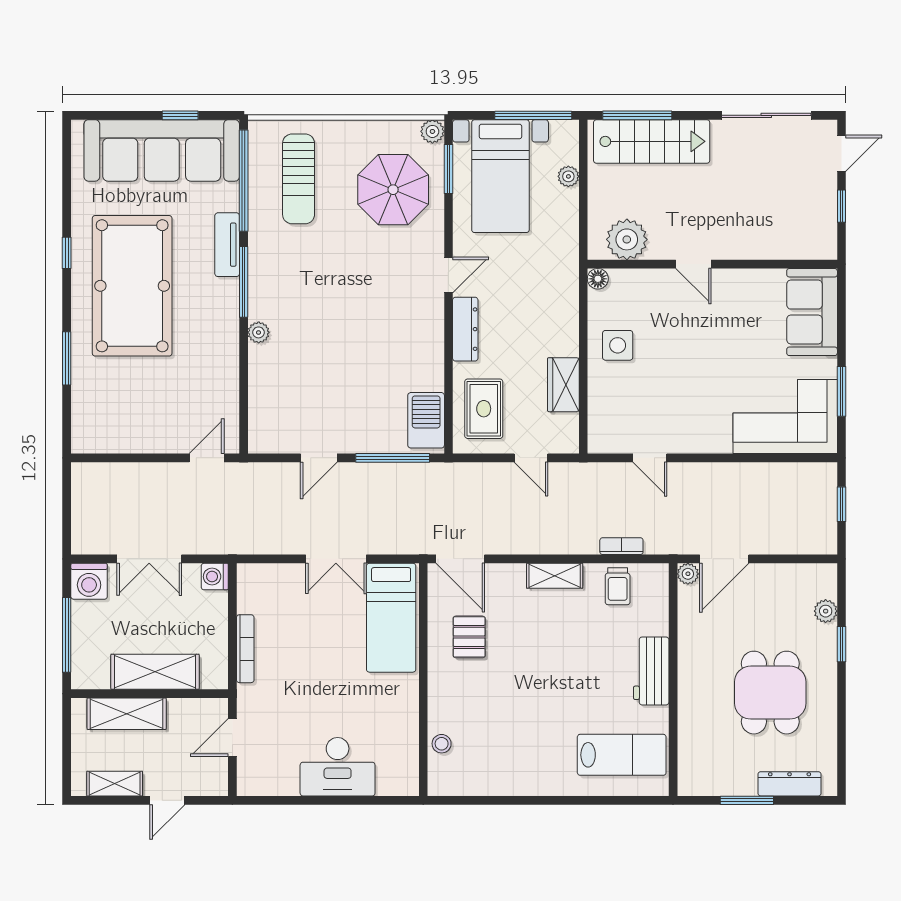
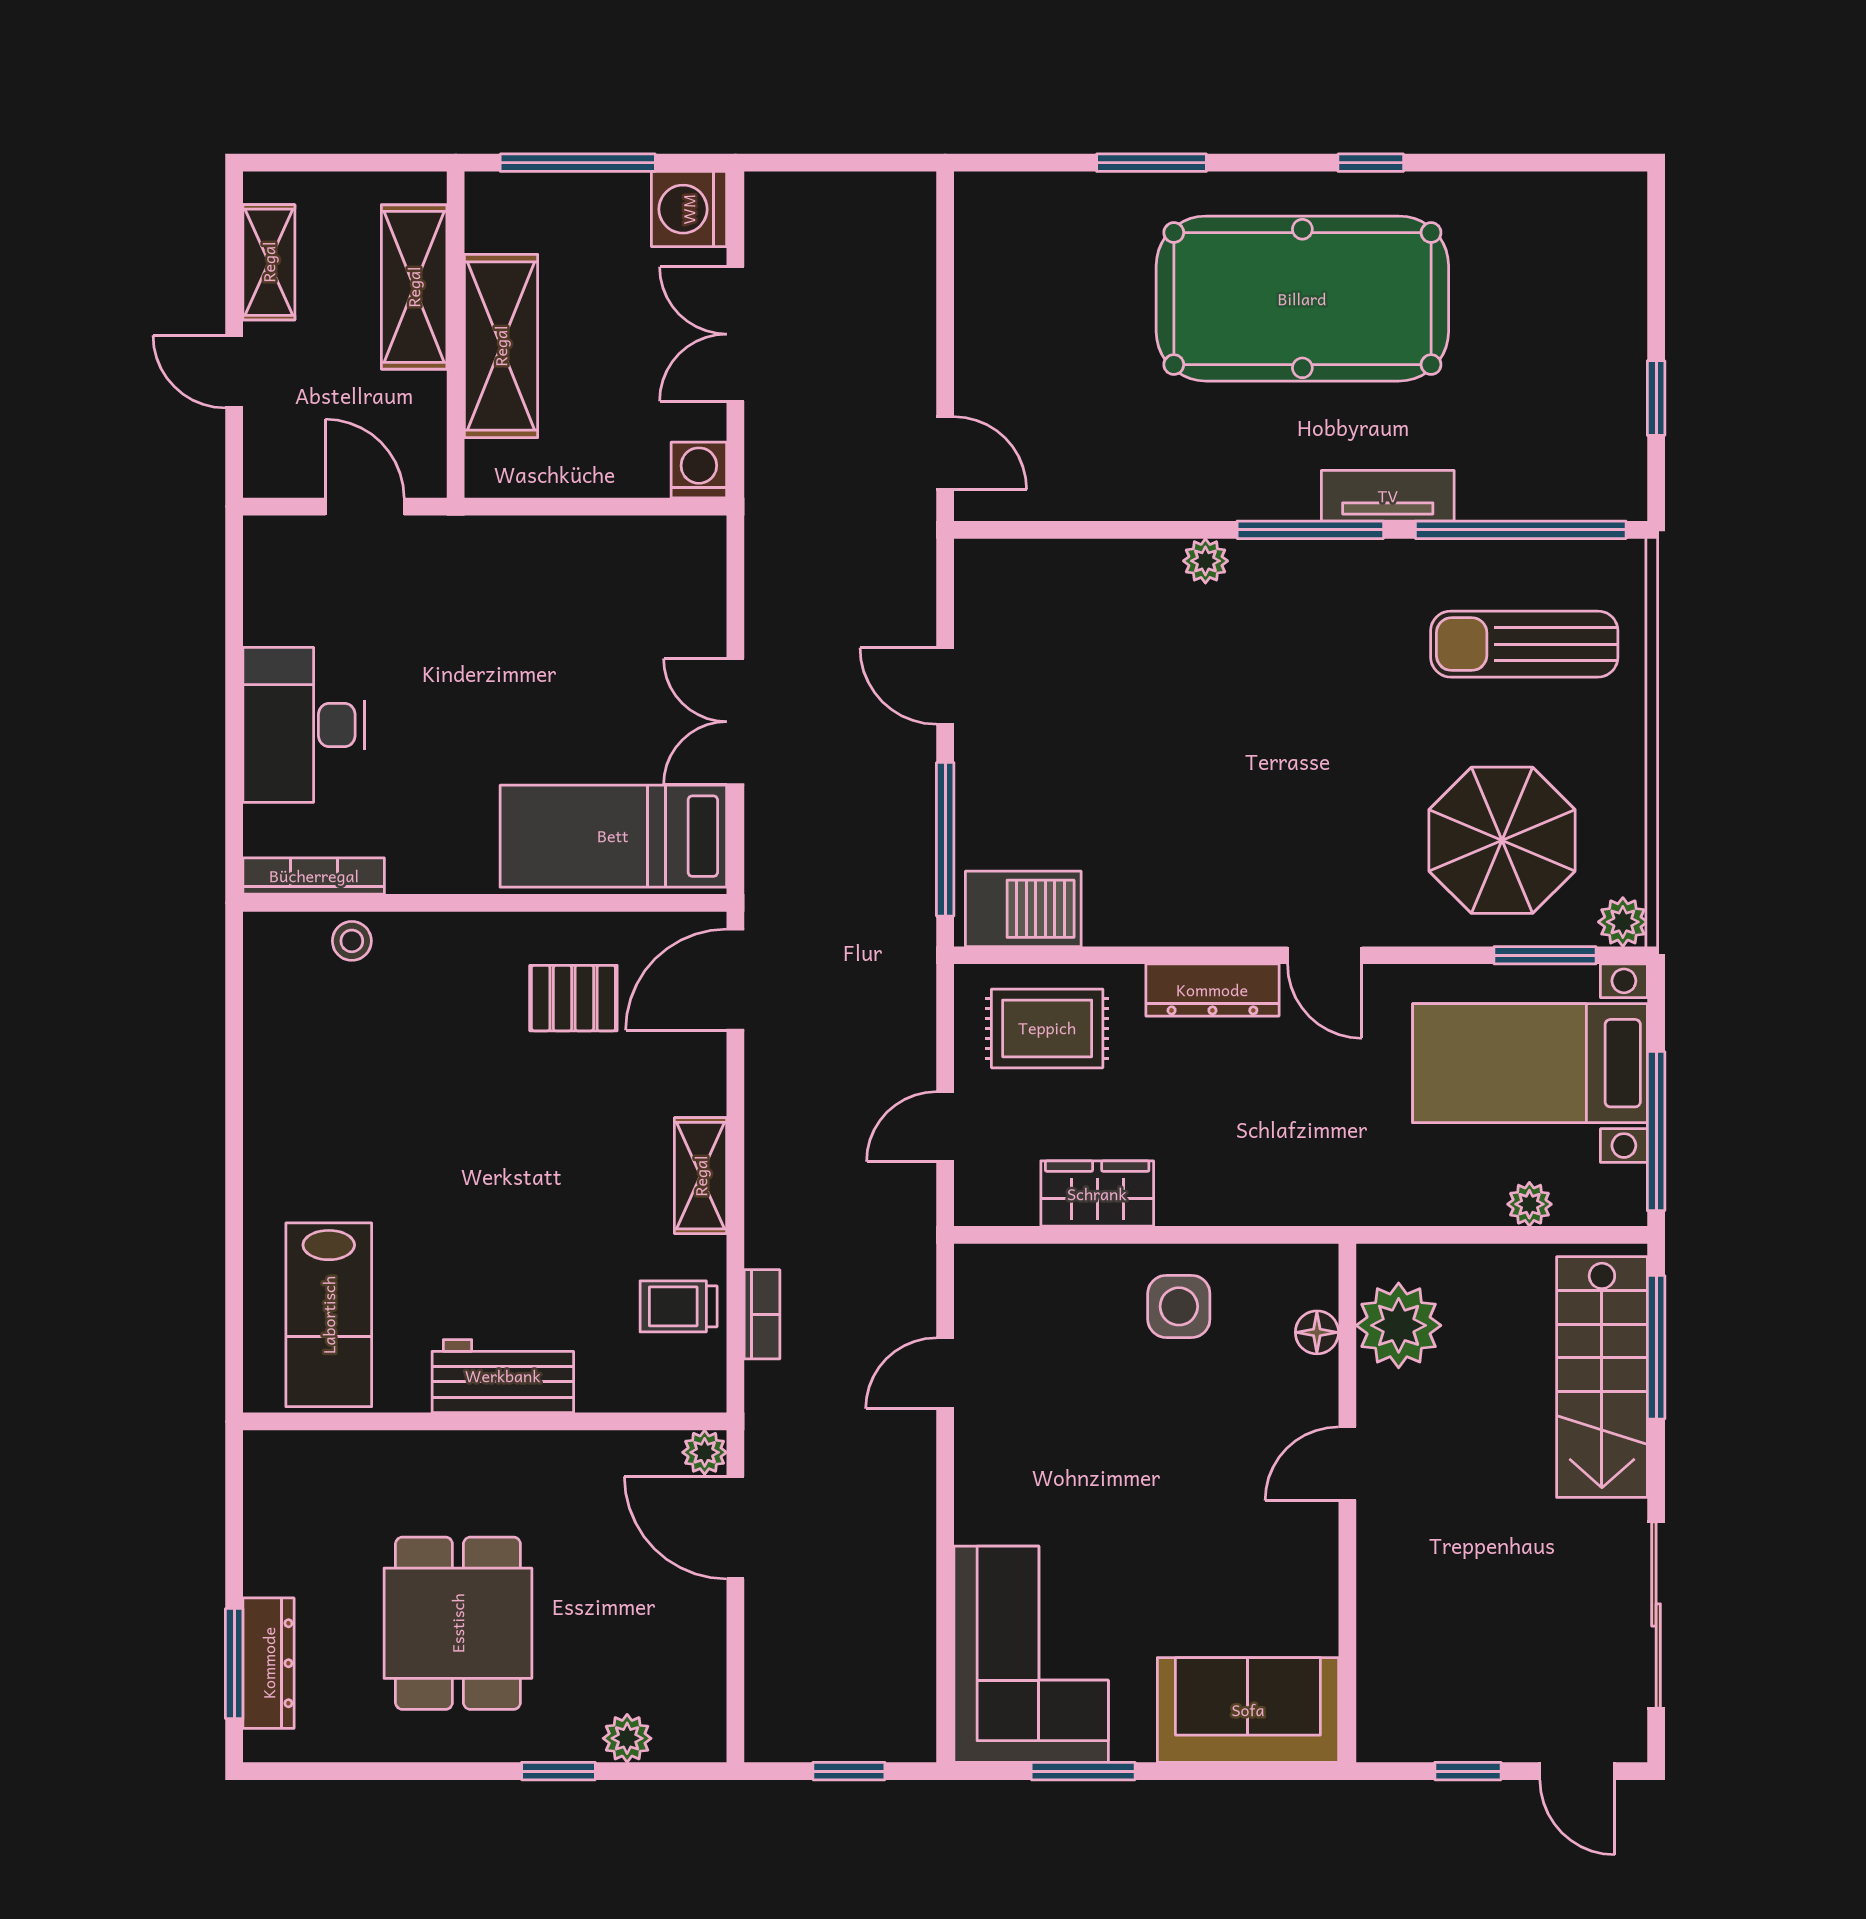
sofa: (162, 150) -> (1583, 360), removed
floor lamp: (598, 279) -> (1317, 1332), moved
bookcase: (245, 649) -> (314, 876), moved, turned 180
dining table: (770, 693) -> (458, 1623), turned 90
window: (747, 800) -> (234, 1664), moved

